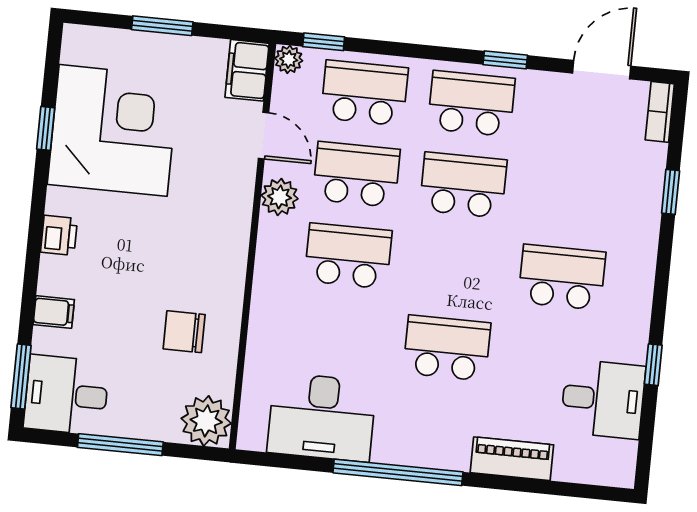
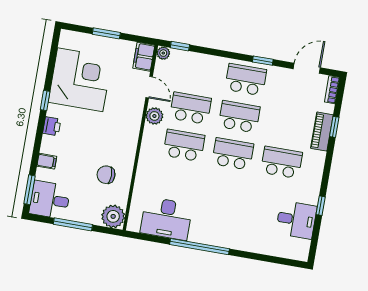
school desk: (364, 93) -> (197, 71), removed
window: (46, 128) -> (45, 101), moved
school desk: (447, 348) -> (233, 154), moved
piano: (512, 459) -> (322, 132), moved, turned -90

